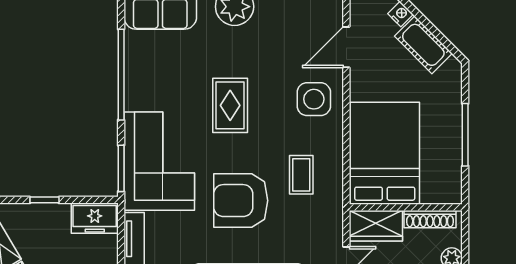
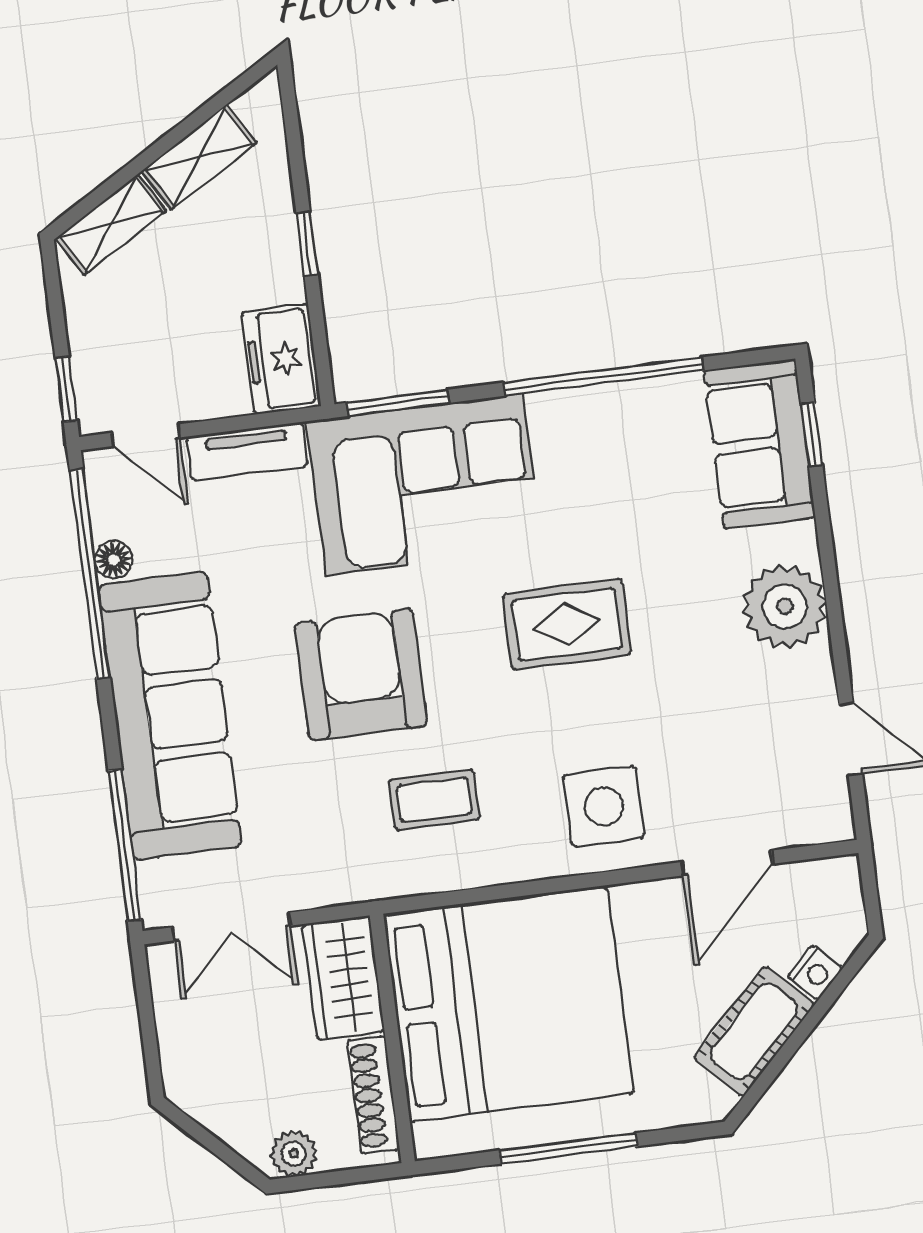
door: (346, 47) -> (727, 863), swing flipped
bed: (385, 153) -> (509, 1005), width x1.36

